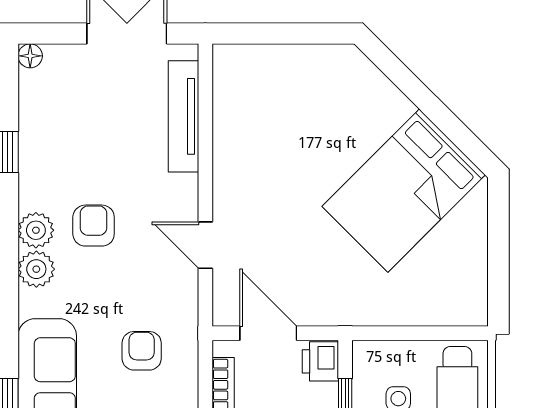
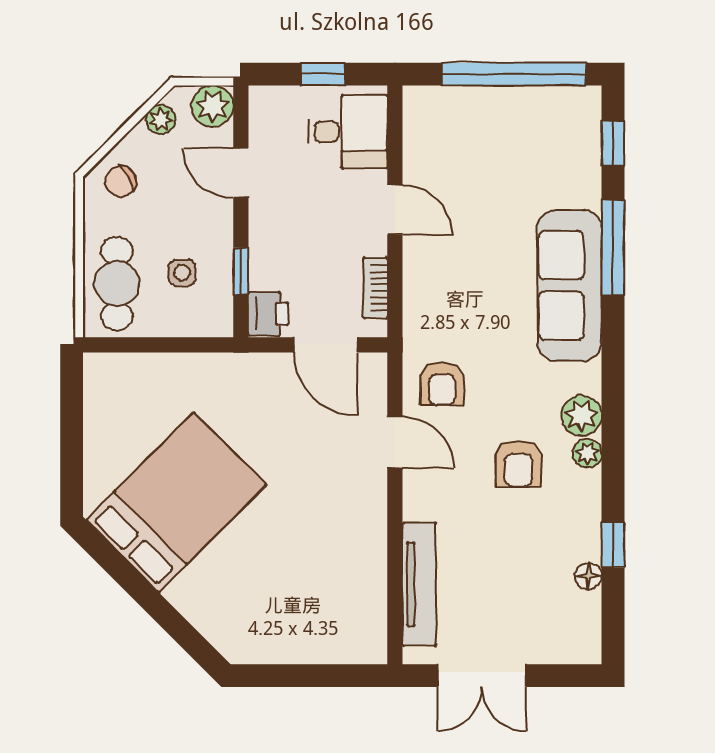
floor lamp: (30, 56) -> (588, 576), moved
plant: (36, 230) -> (587, 453), width x0.73, depth x0.73
armchair: (142, 351) -> (442, 384), moved

